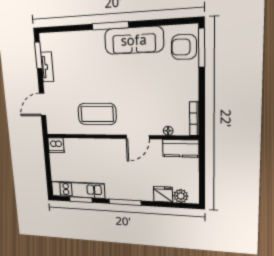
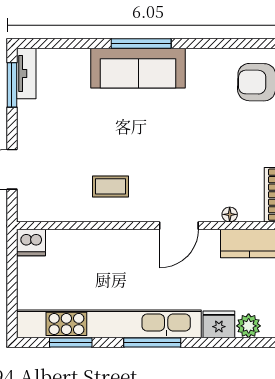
sofa: (134, 40) -> (138, 68), moved
tv unit: (47, 67) -> (26, 73), moved
coffee table: (97, 114) -> (110, 186), width x0.54, depth x0.58
kitchen unit: (78, 190) -> (109, 324), width x1.86

